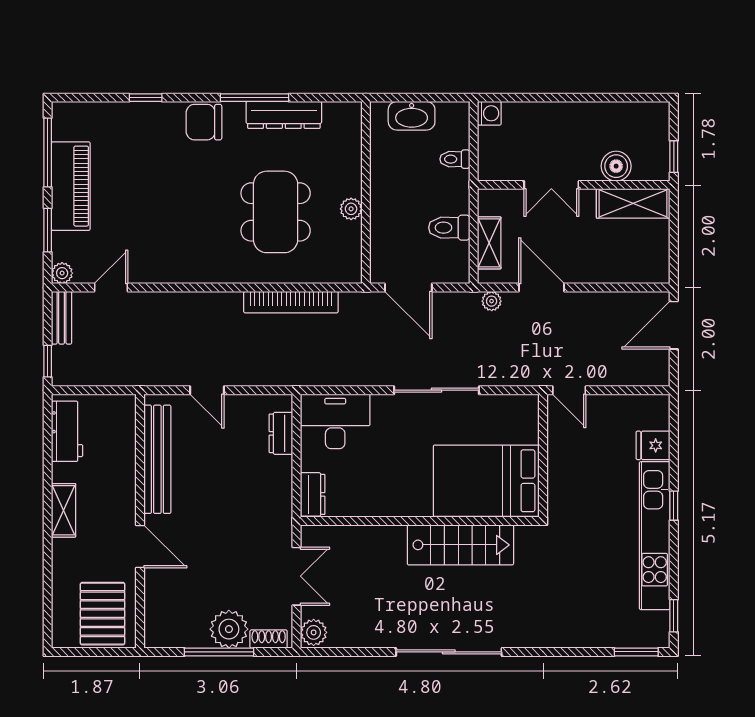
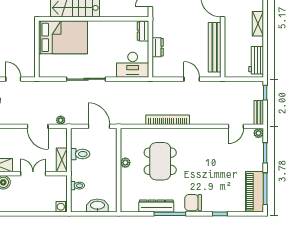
chair: (204, 122) -> (193, 203), turned 180
piano: (71, 186) -> (254, 192), moved
shelving: (489, 243) -> (62, 160), moved
bookcase: (291, 302) -> (168, 120), moved
door: (569, 390) -> (13, 79), moved
dresser: (281, 433) -> (158, 47), moved

